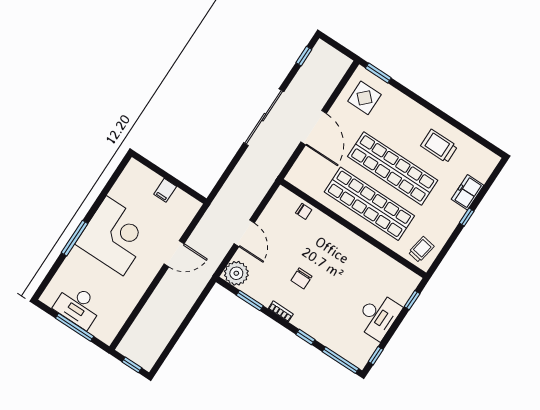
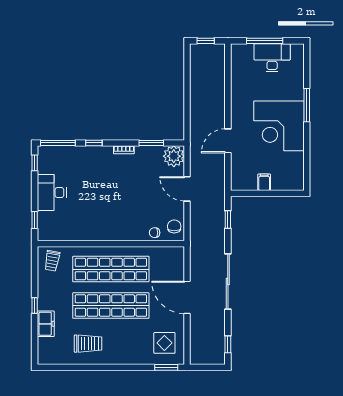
window: (224, 177) -> (228, 219), added
chair: (301, 278) -> (174, 226), moved

